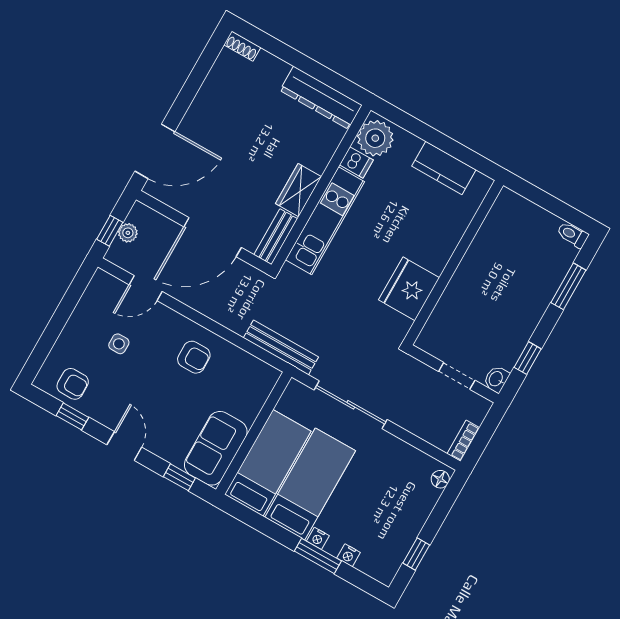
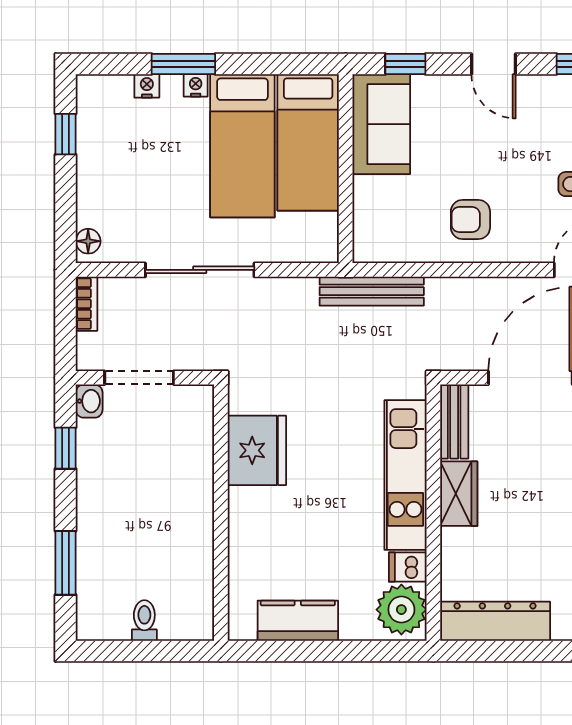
toilet: (573, 235) -> (144, 620), moved, turned -90
doorway: (457, 376) -> (139, 378), width x1.38
sliding door: (351, 405) -> (200, 270), moved

